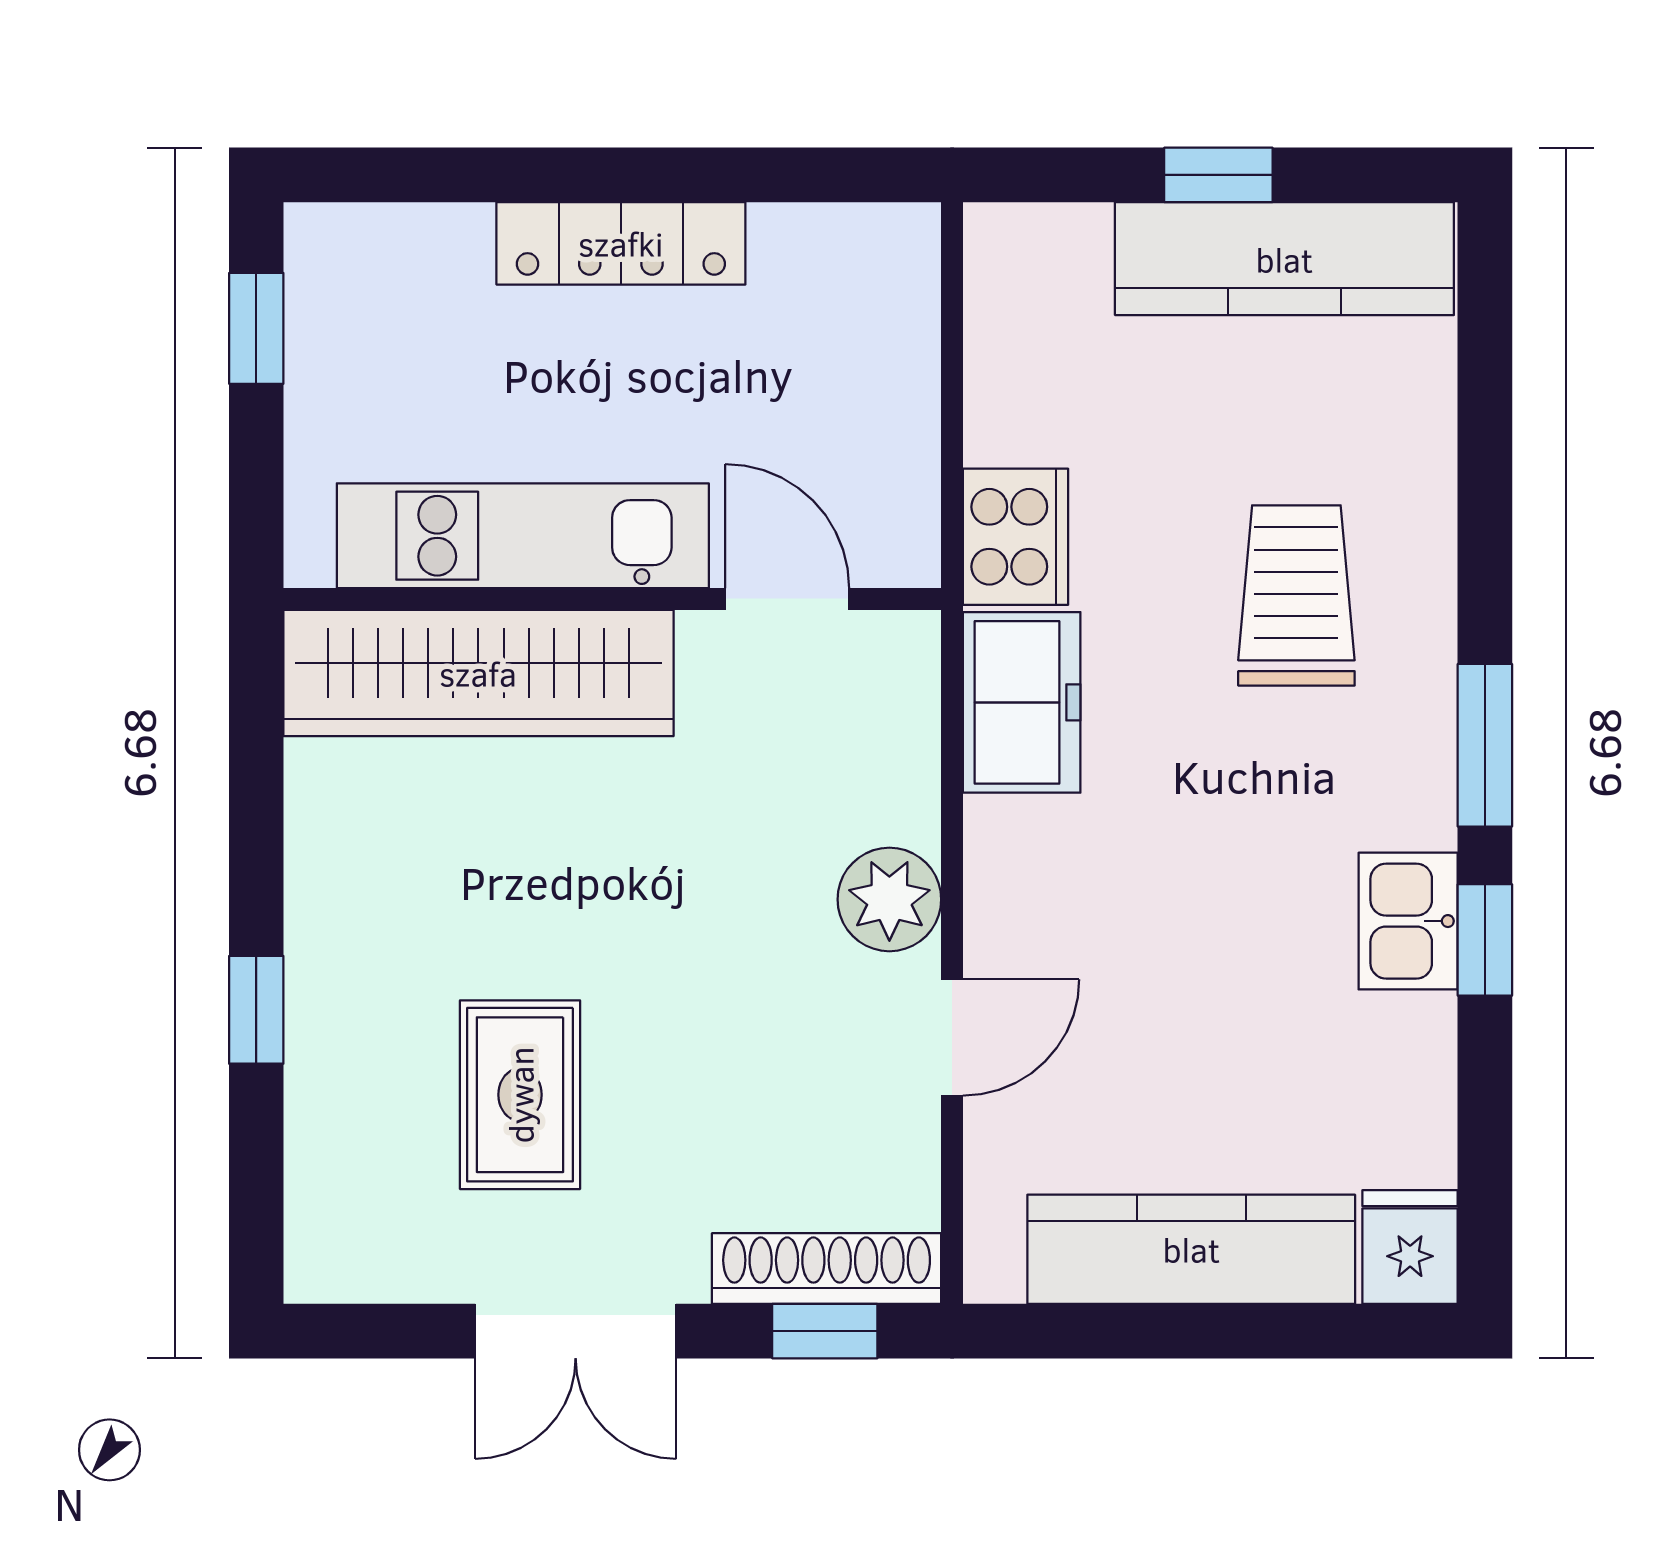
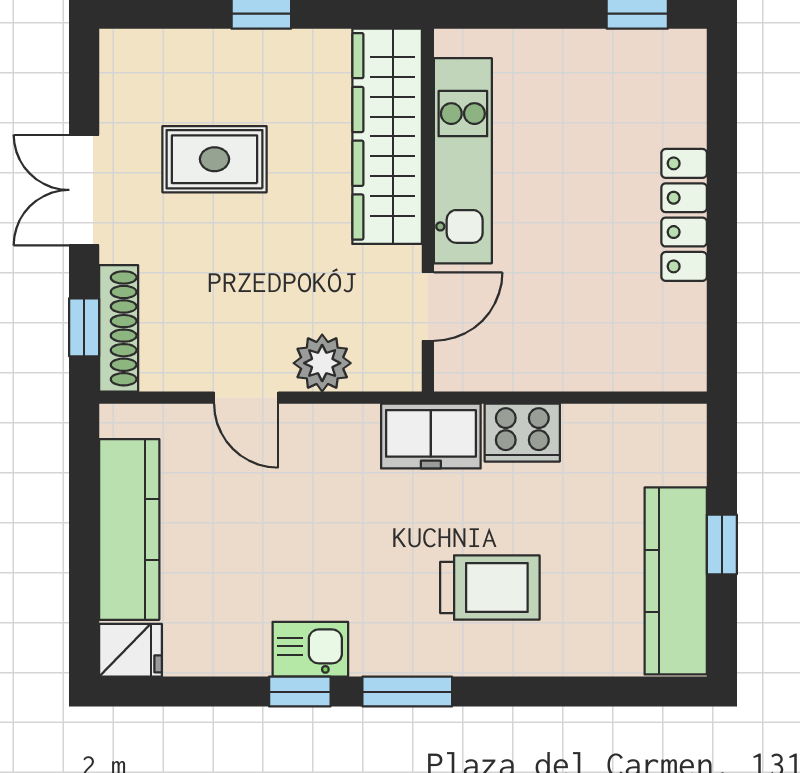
kitchen unit: (523, 536) -> (463, 161), moved
wall: (612, 599) -> (428, 210), moved
door: (787, 599) -> (428, 307), moved
wardrobe: (478, 673) -> (387, 136), moved

